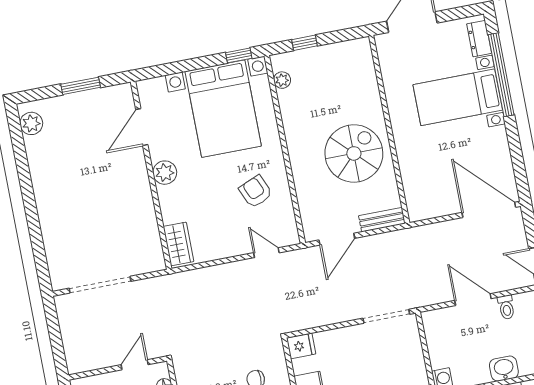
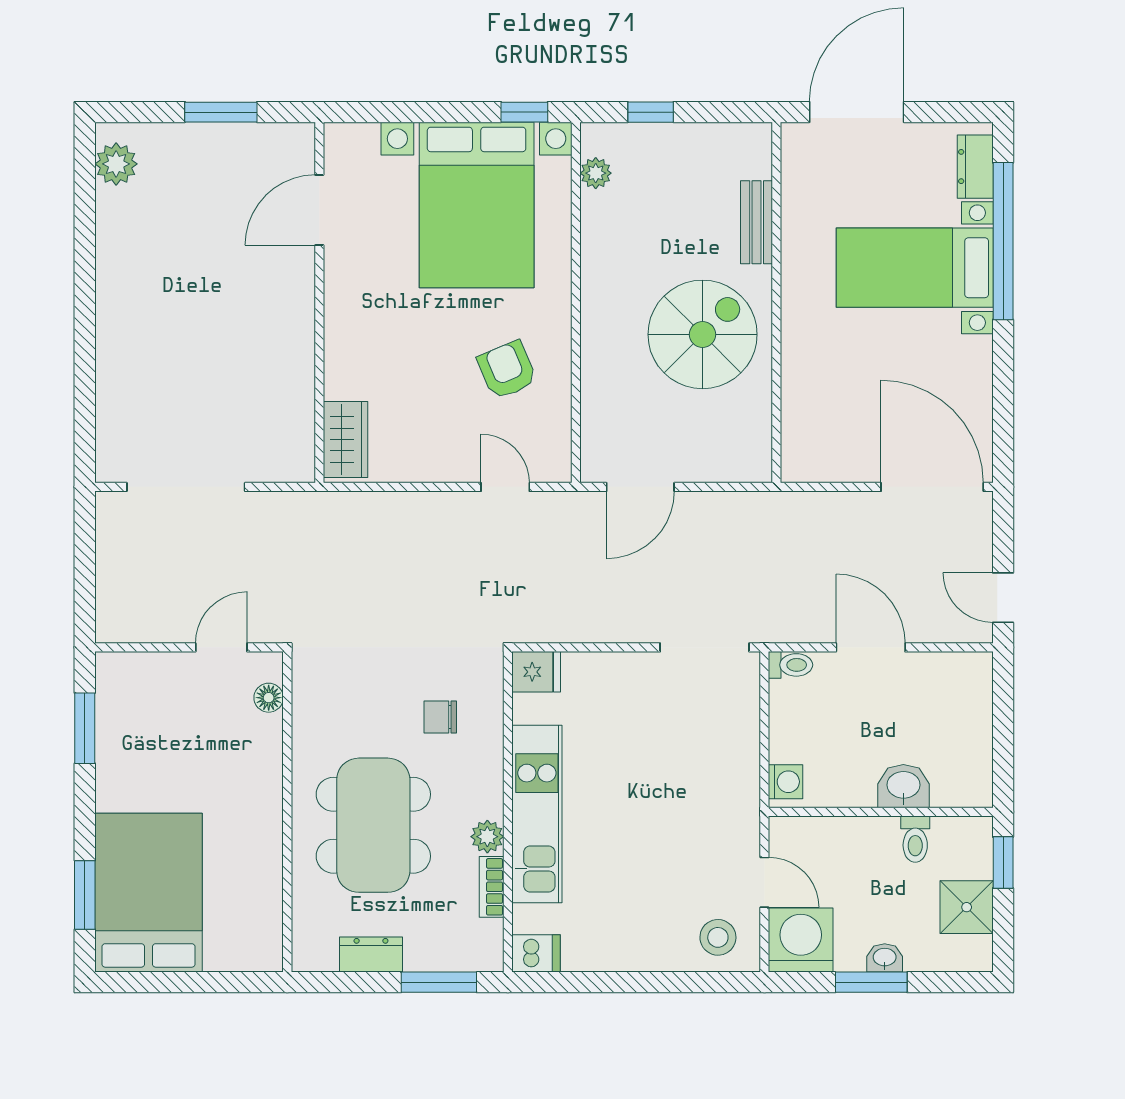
plant: (165, 173) -> (346, 303), removed
bench: (382, 220) -> (757, 222), moved, turned 90
toilet: (506, 307) -> (790, 665), moved, turned -90

